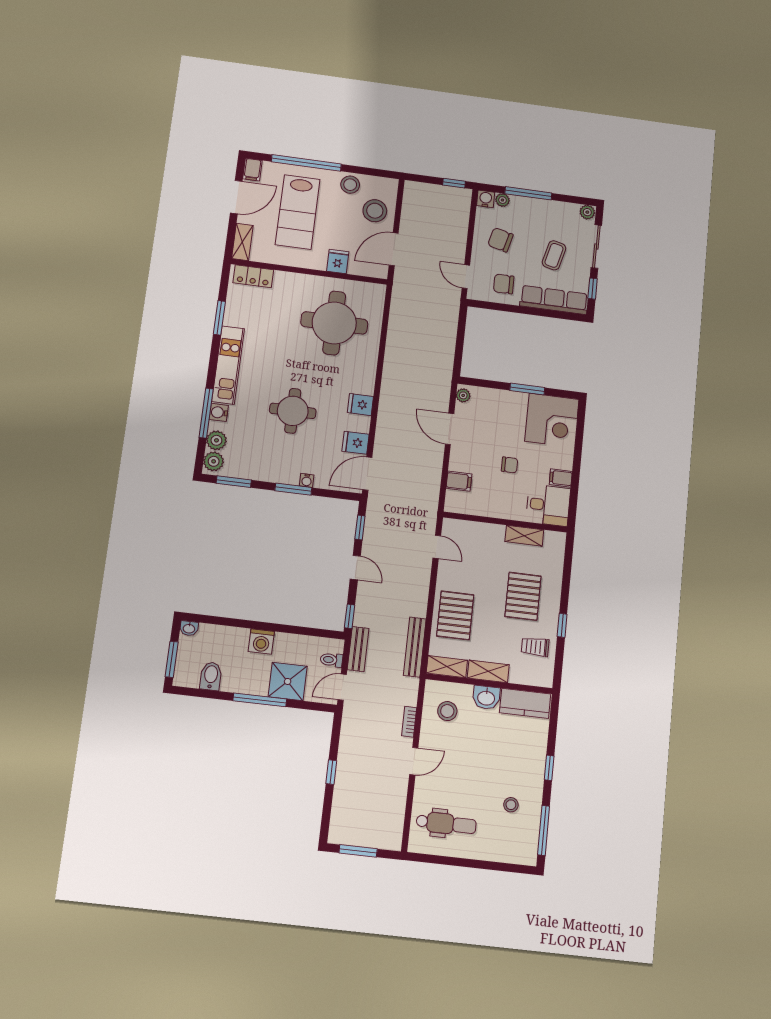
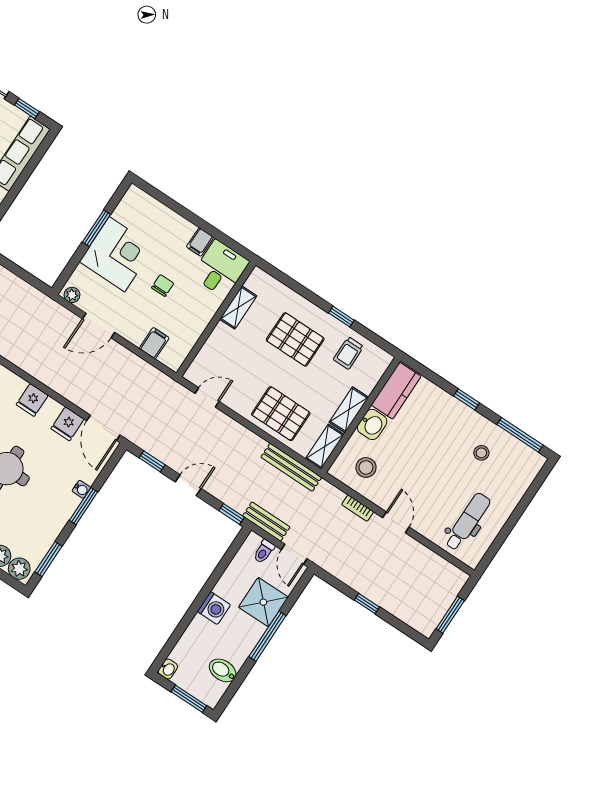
corner desk: (552, 420) -> (117, 254), moved

